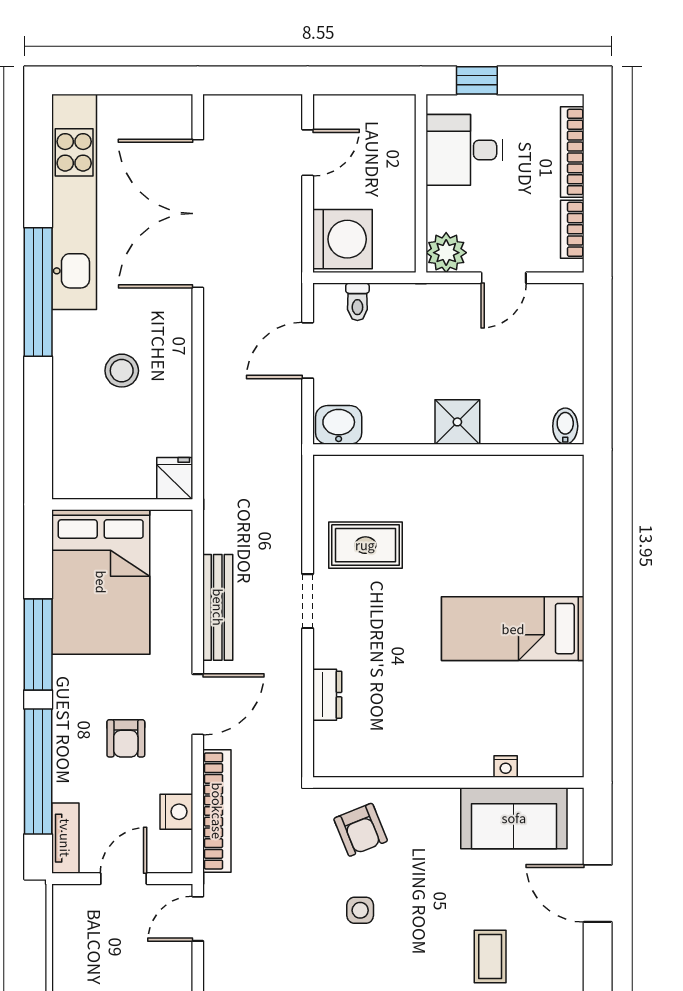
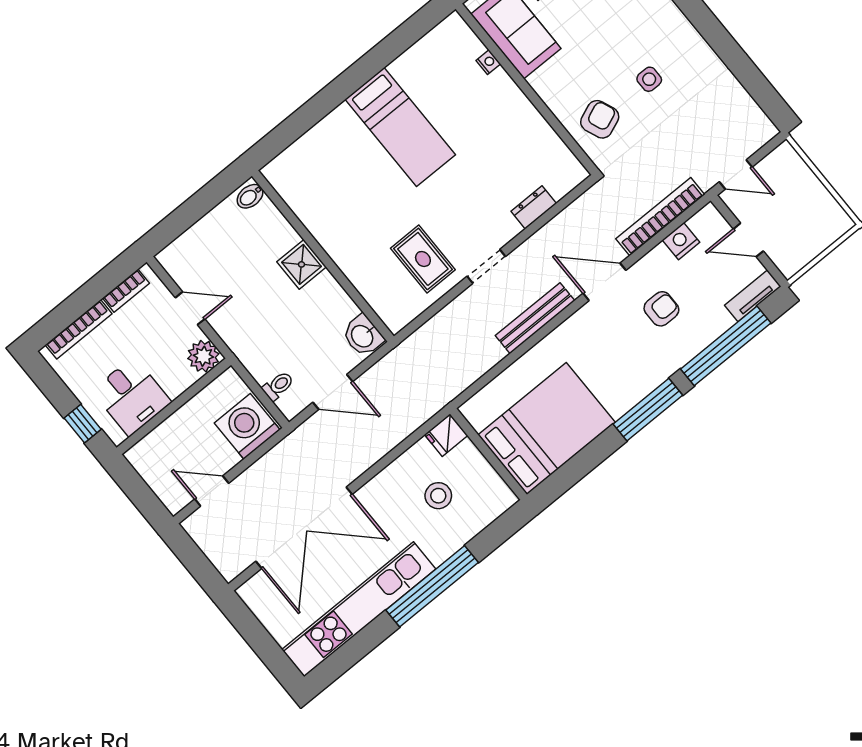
fridge: (174, 478) -> (446, 435), moved
wall: (122, 504) -> (488, 454), moved
bed: (101, 582) -> (547, 428), moved

